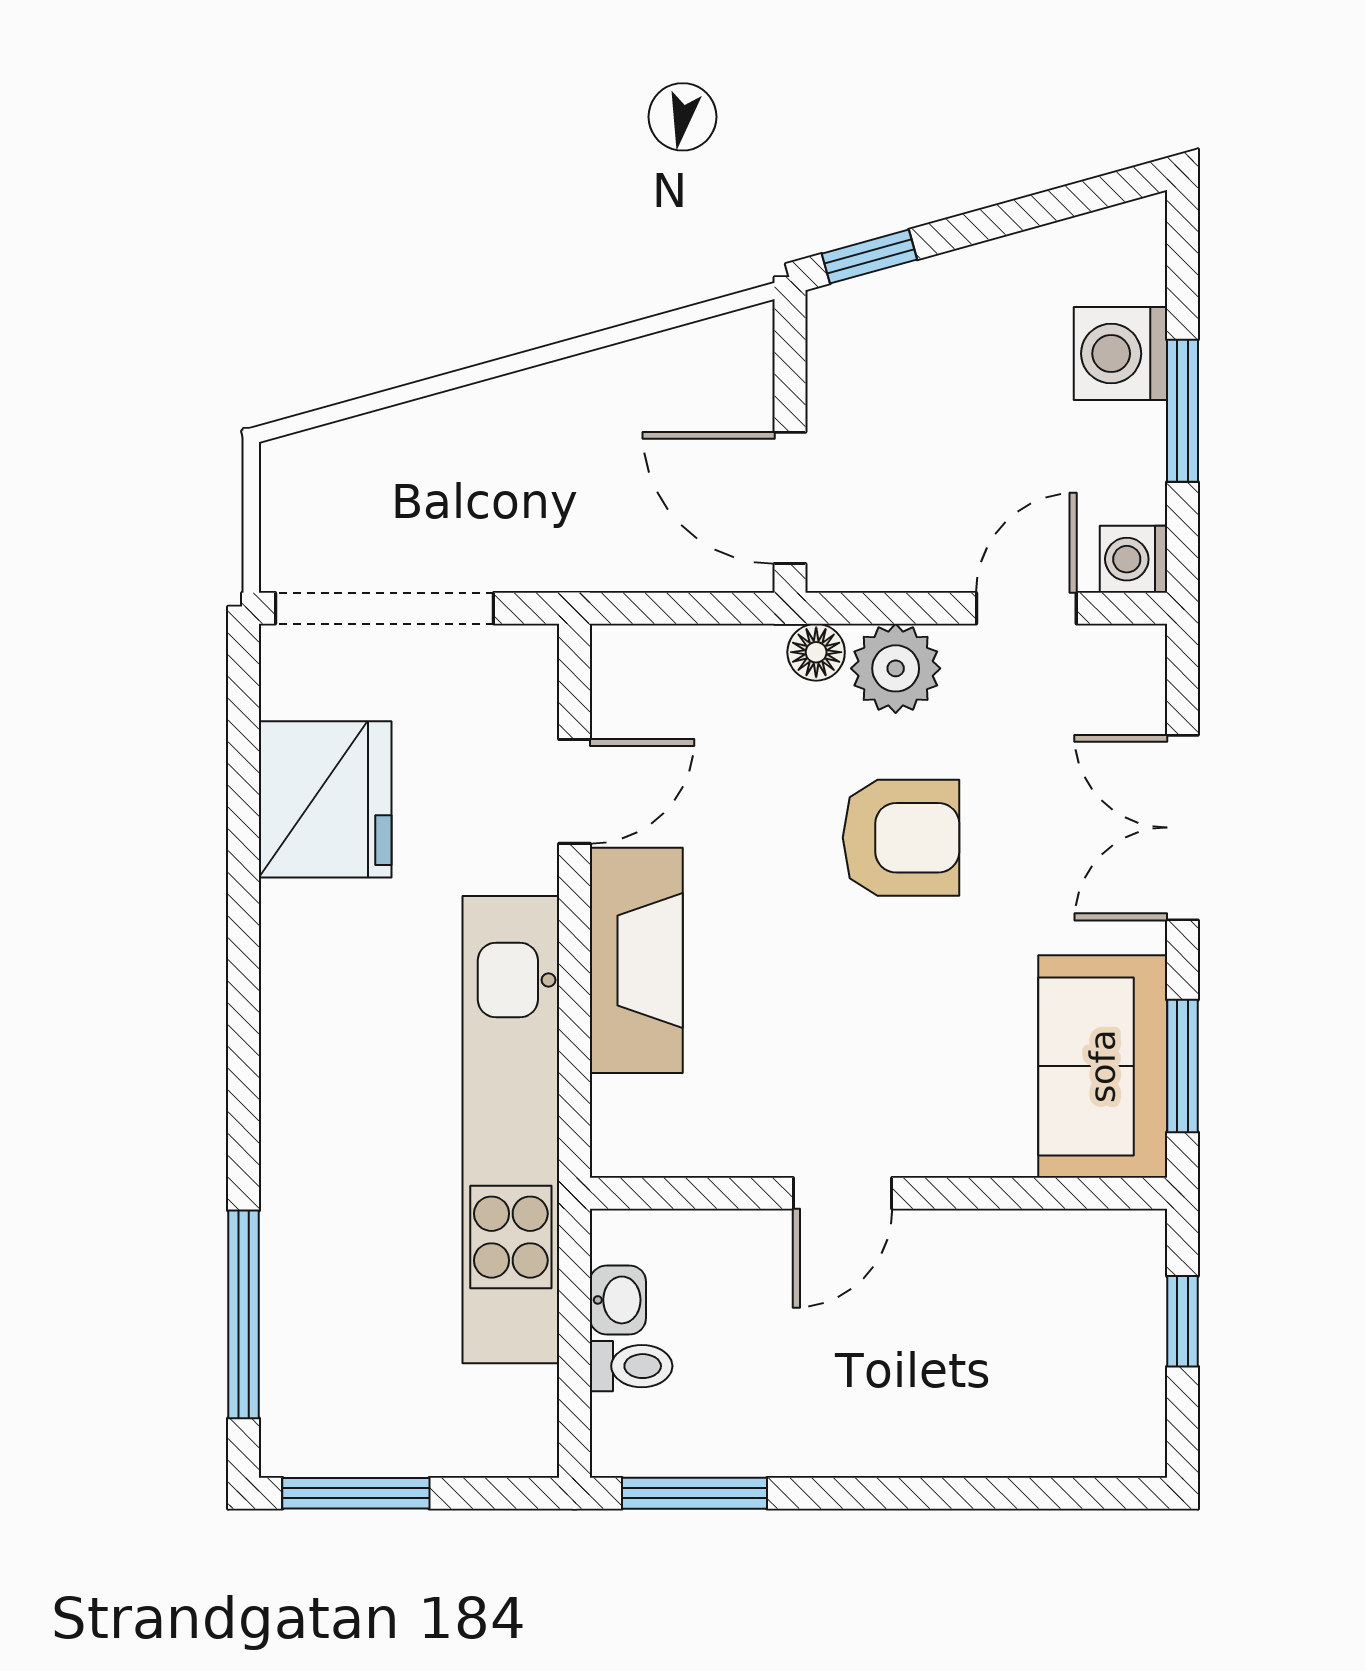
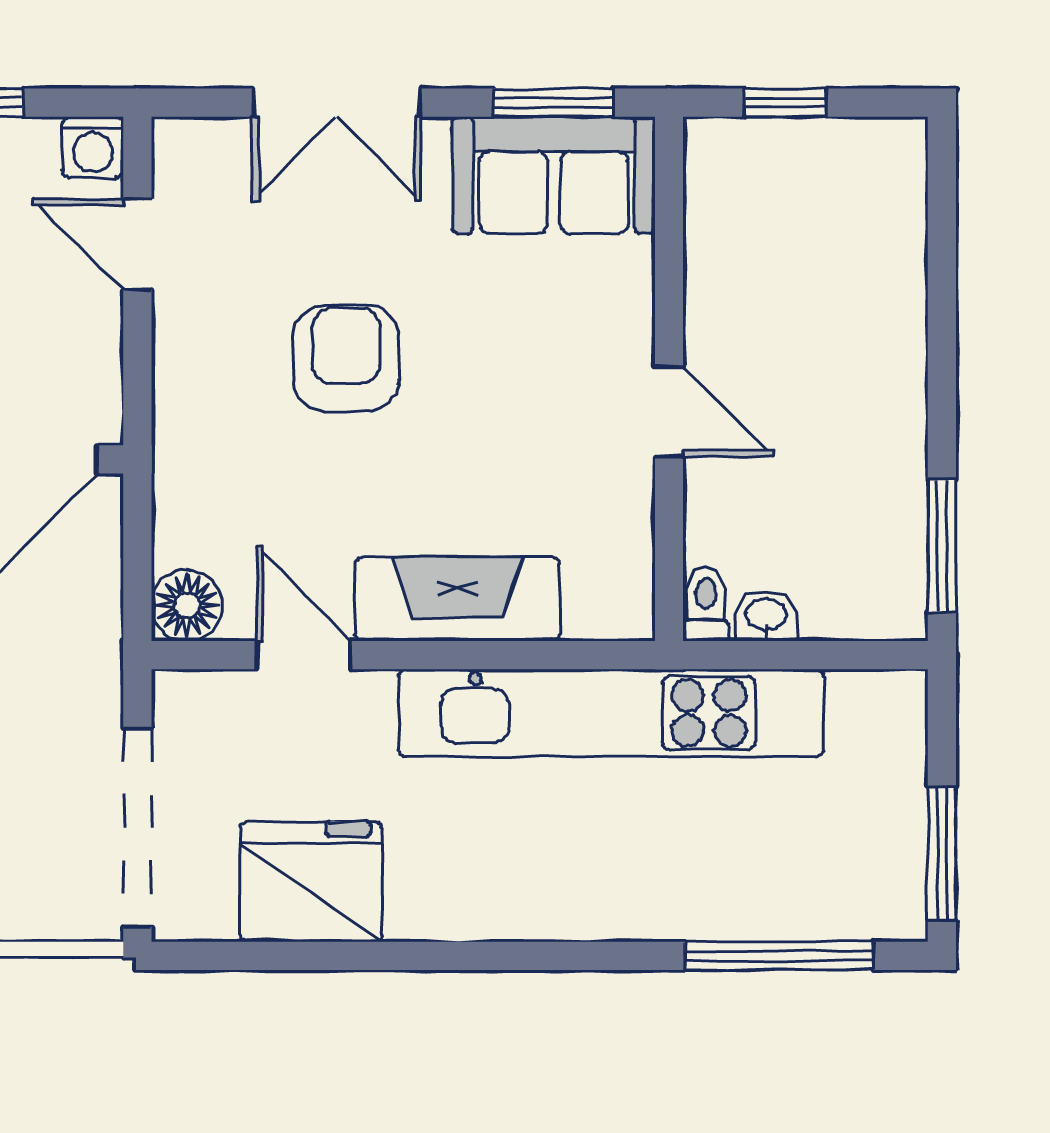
floor lamp: (816, 652) -> (187, 605), moved, width x1.37, depth x1.37
plant: (896, 668) -> (192, 363), removed
toilet: (631, 1366) -> (706, 604), moved

